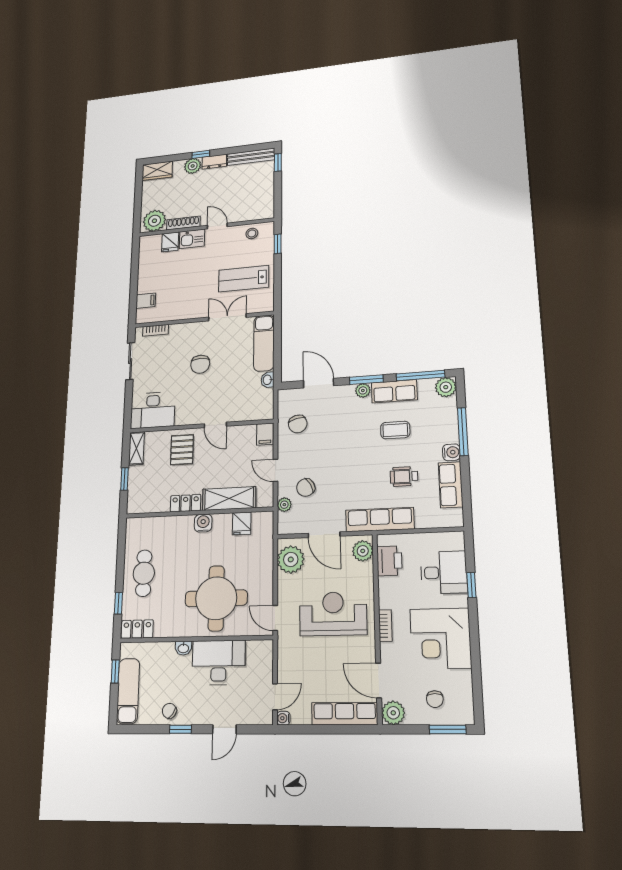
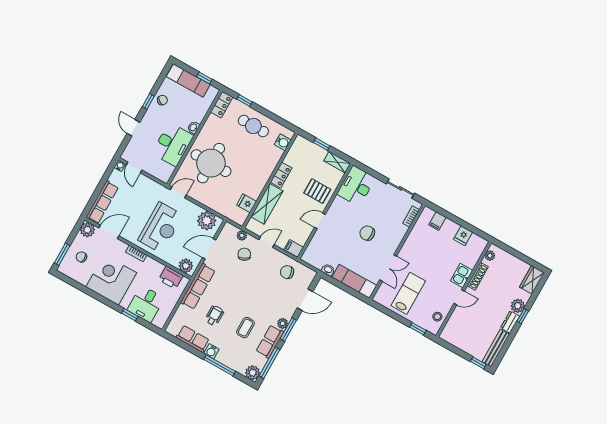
plant: (154, 221) -> (490, 256), width x0.53, depth x0.53
fridge: (170, 242) -> (463, 236), moved, turned -90
water cooler: (203, 523) -> (283, 142), moved

